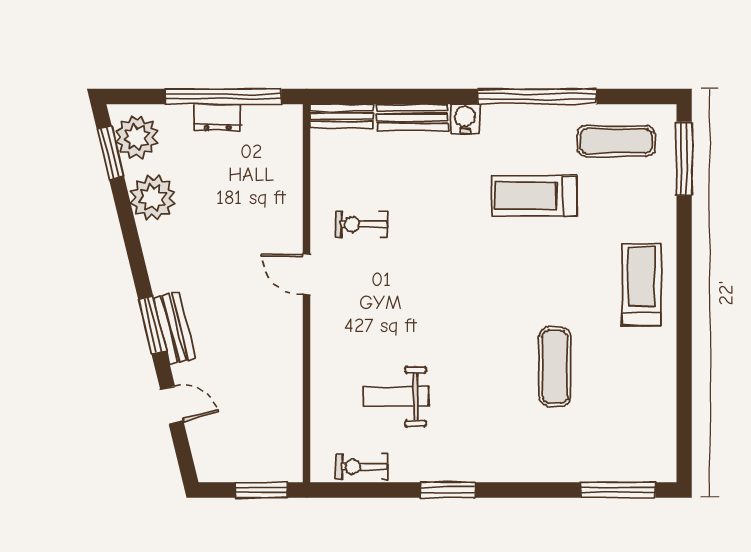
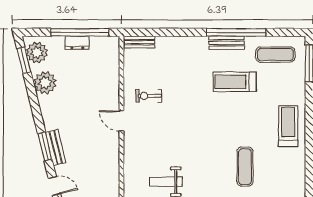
bench: (412, 118) -> (226, 43), moved
water cooler: (465, 119) -> (200, 44), removed

